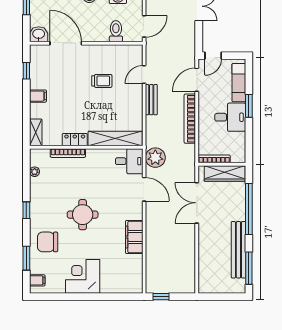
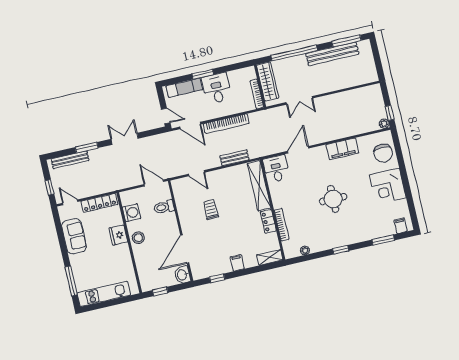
bench: (151, 100) -> (234, 158), moved
plant: (155, 158) -> (384, 124), moved, width x0.53, depth x0.53
double door: (197, 203) -> (299, 100), width x0.73
chair: (48, 242) -> (383, 153), moved

